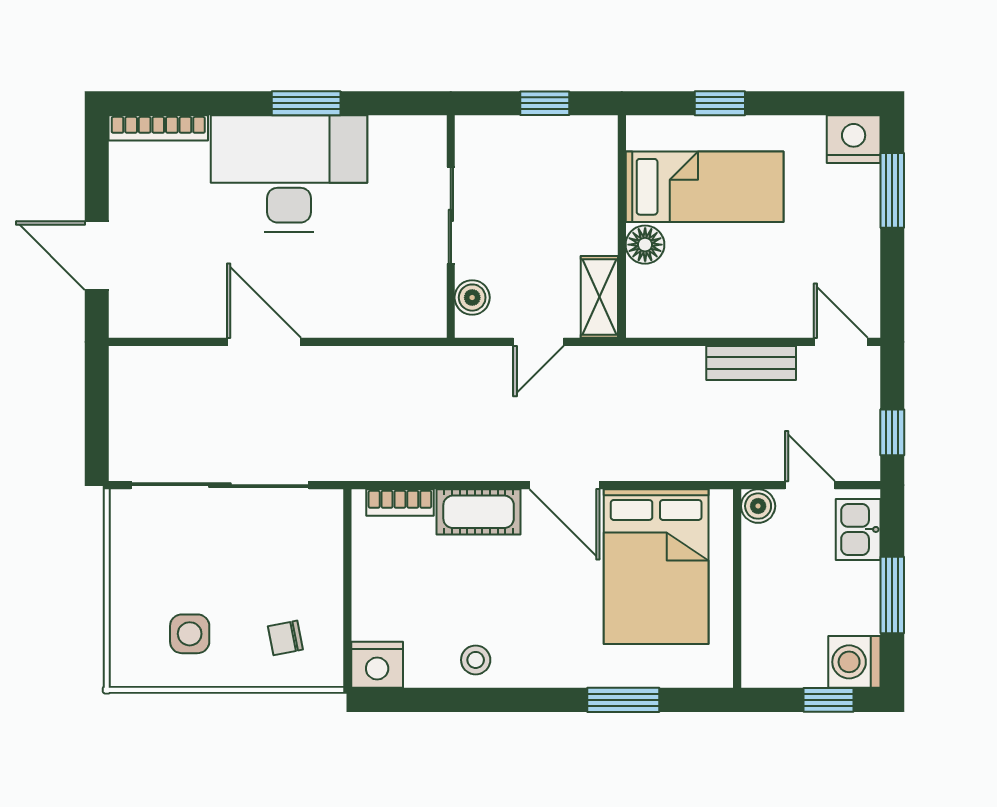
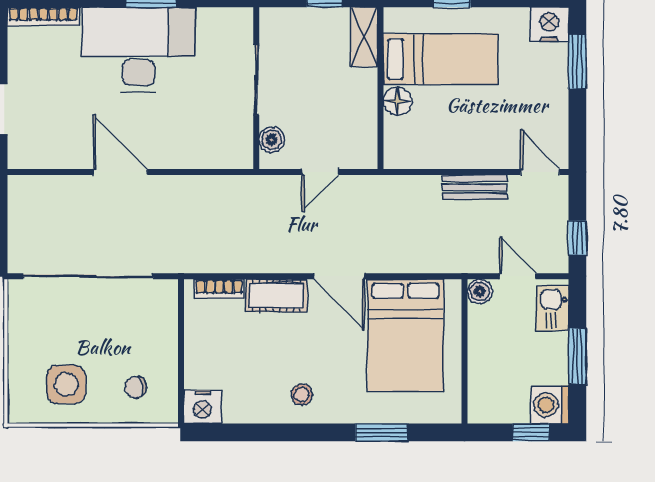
shelving: (599, 297) -> (364, 37), moved
side table: (190, 634) -> (66, 384), width x1.37, depth x1.37
stool: (476, 660) -> (302, 395), moved

